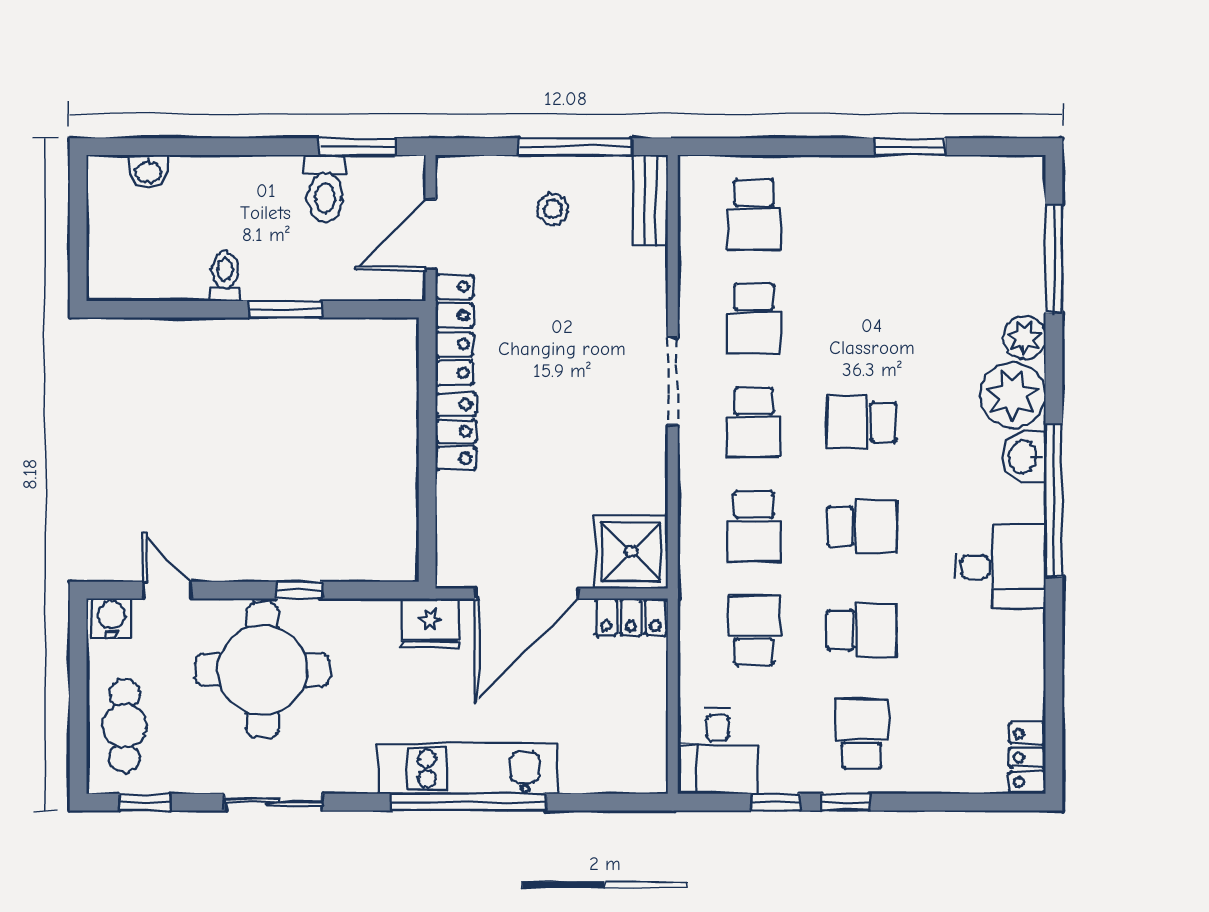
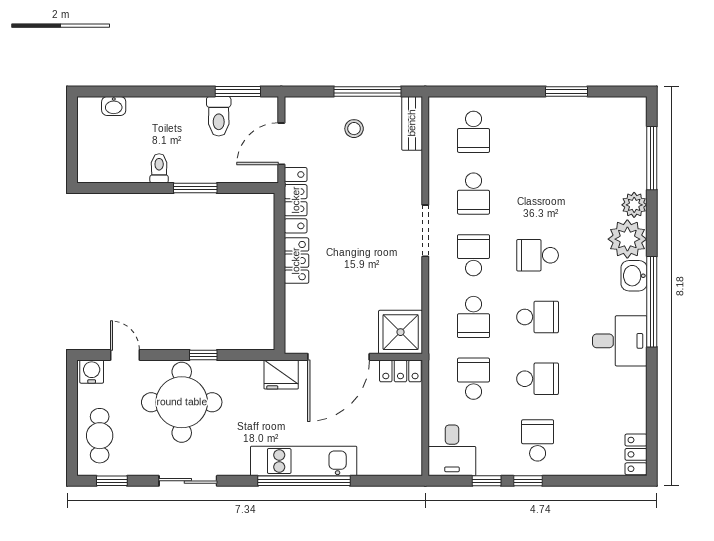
school desk: (754, 422) -> (474, 255), turned 180

